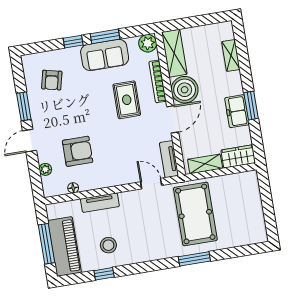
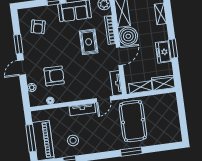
door: (151, 184) -> (103, 99), swing flipped
tv unit: (100, 203) -> (82, 109), moved

